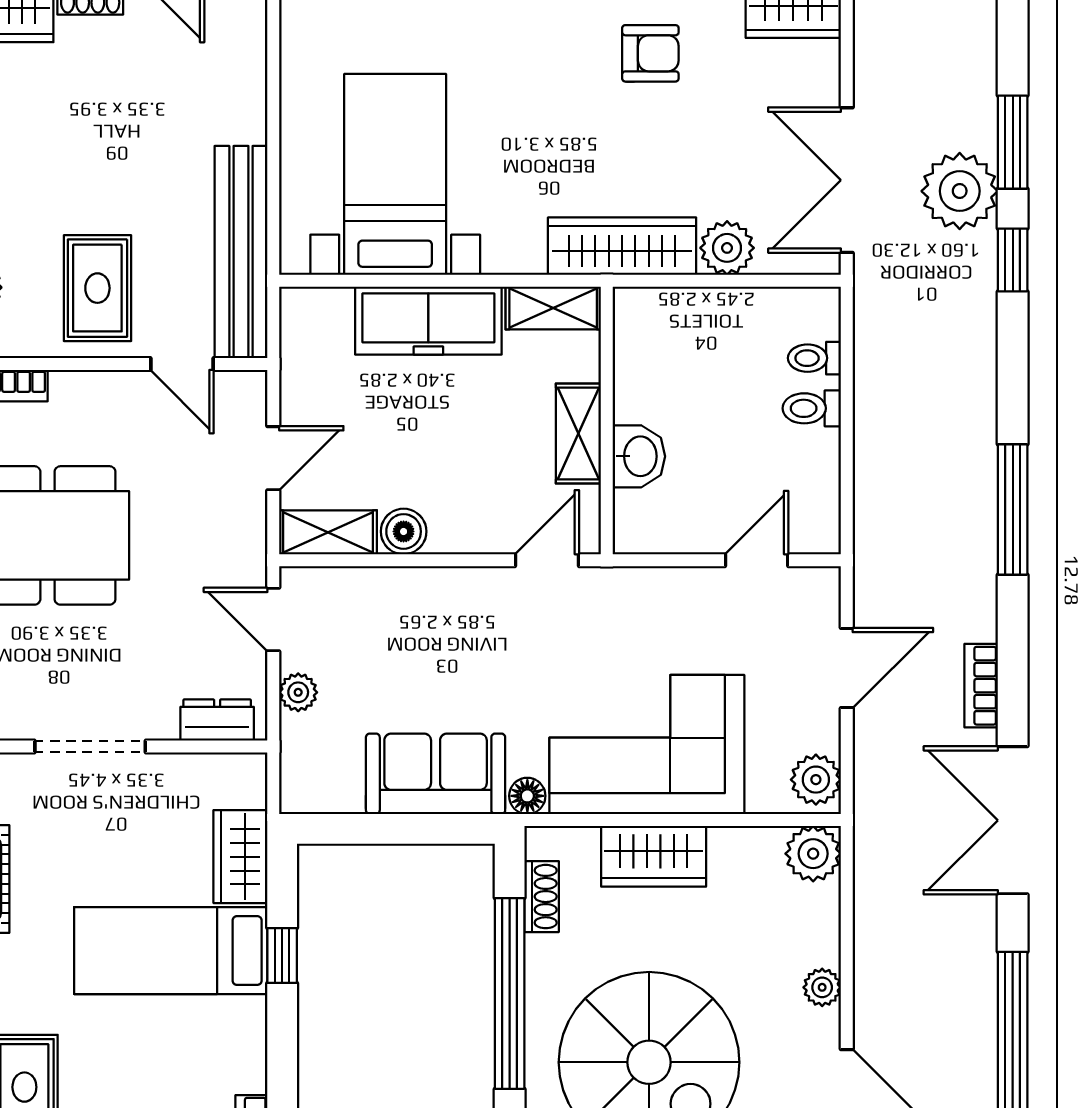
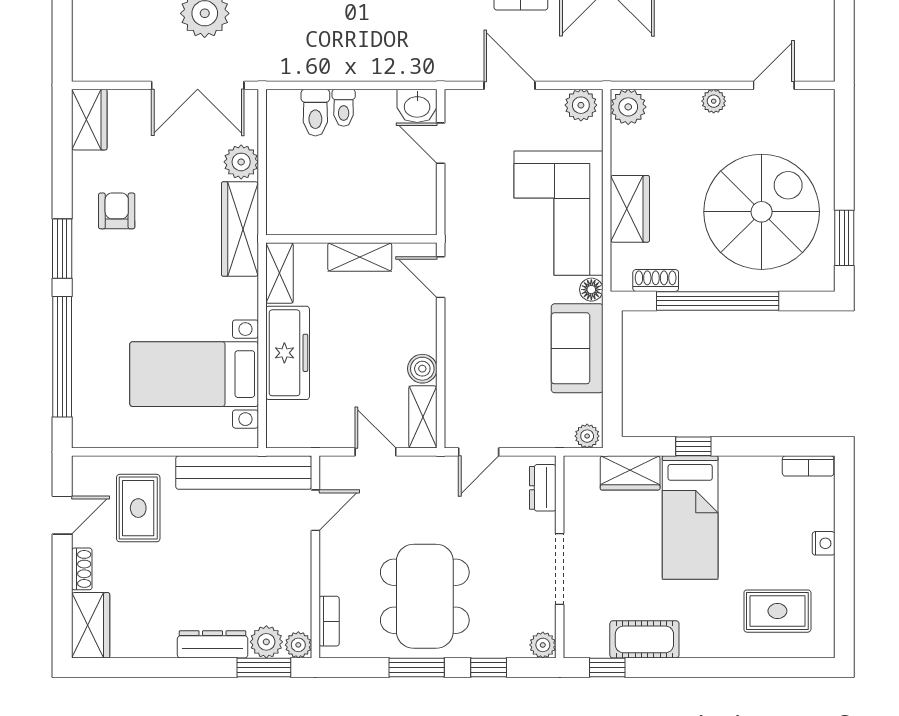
rug: (97, 288) -> (138, 508), moved, turned 90
toilet: (814, 358) -> (315, 113), width x1.37, depth x1.39
washbasin: (639, 456) -> (417, 106), moved, turned 180
plant: (298, 692) -> (587, 436), moved

